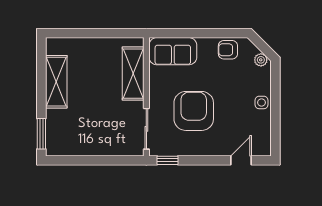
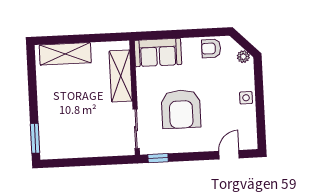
shelving: (56, 82) -> (65, 54), moved, turned 90
armchair: (194, 111) -> (181, 109), turned 180

